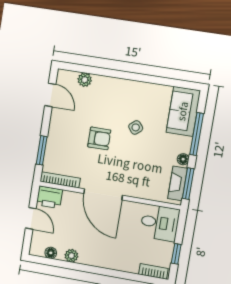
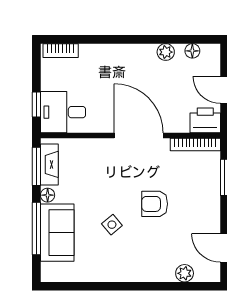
sofa: (183, 111) -> (57, 233), moved
window: (176, 254) -> (36, 104), moved

